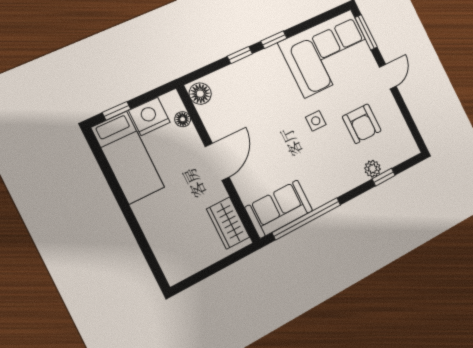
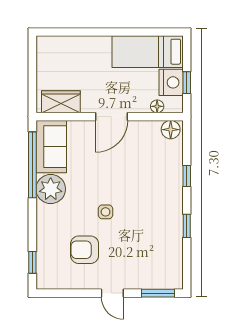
window: (274, 40) -> (187, 226), moved
corner sofa: (328, 53) -> (155, 251), removed
window: (116, 111) -> (187, 83), moved
door: (217, 162) -> (112, 117), hinge flipped
plant: (373, 169) -> (51, 189), moved, width x1.87, depth x1.87
window: (384, 177) -> (32, 262), moved

